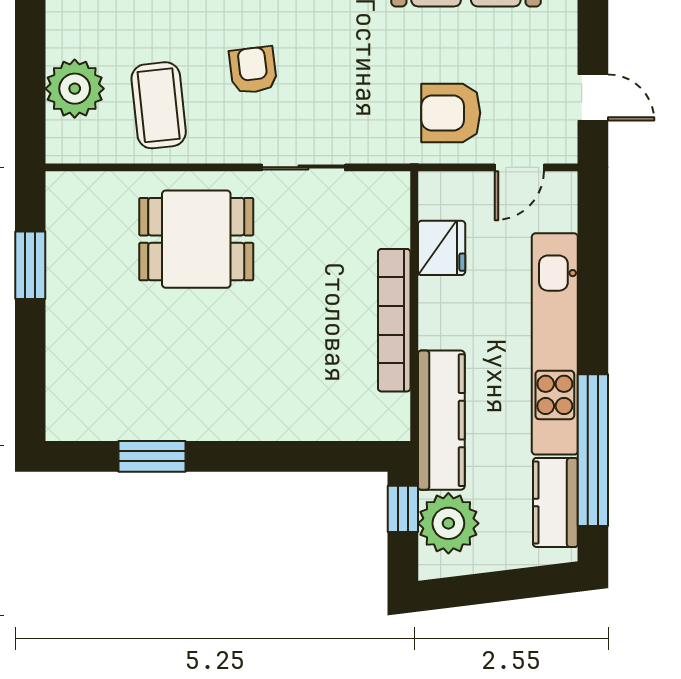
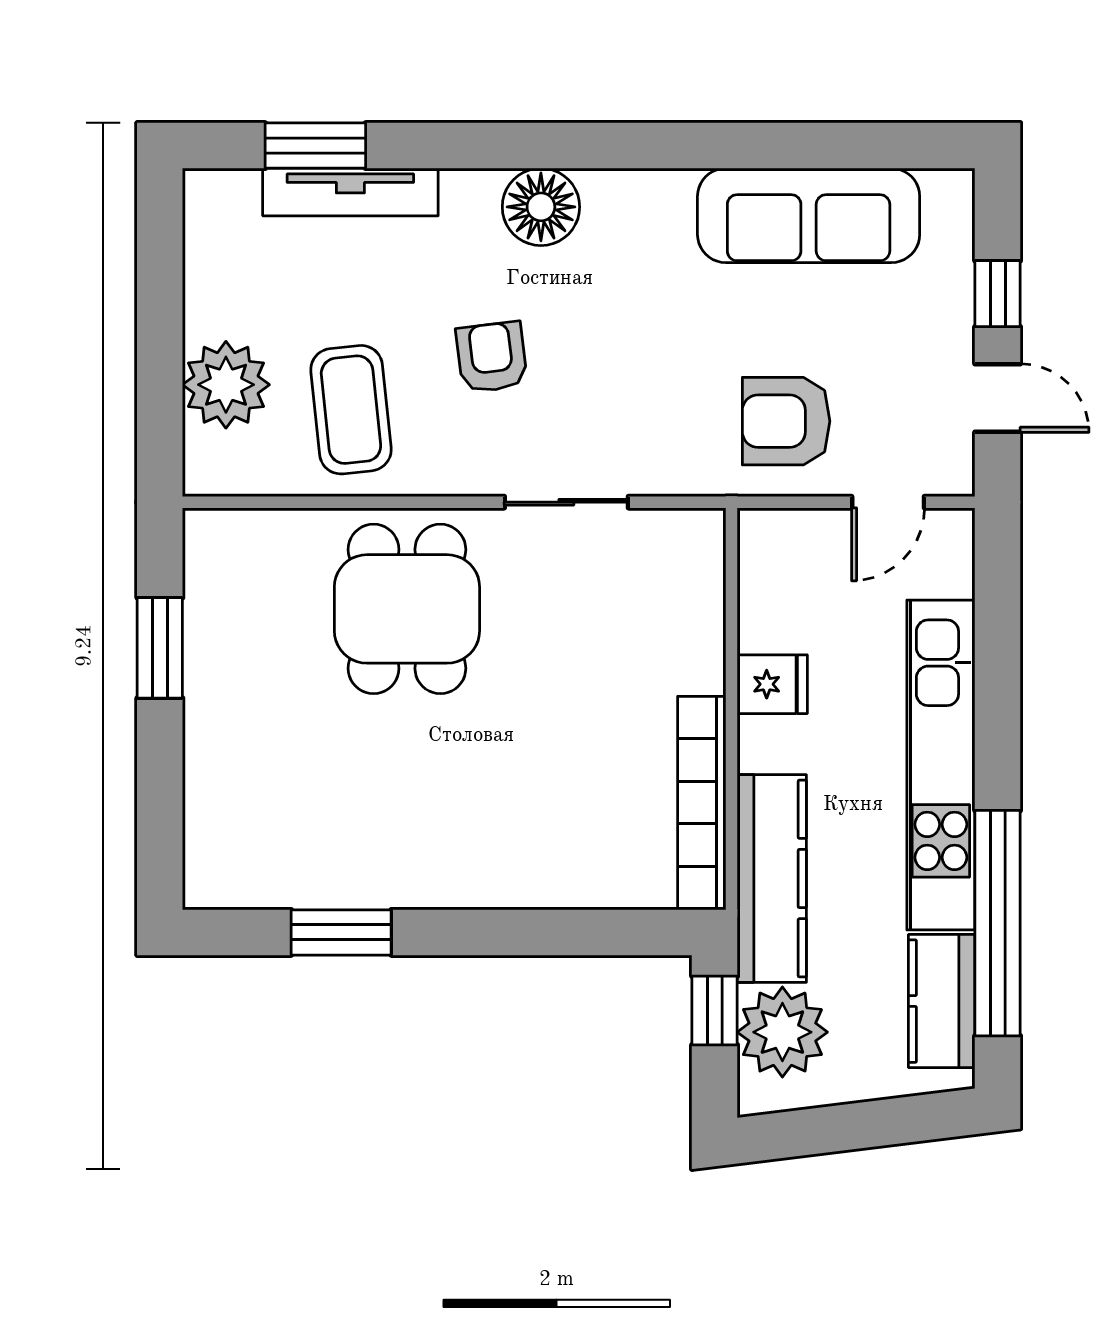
window: (593, 27) -> (998, 294), added
dining table: (196, 239) -> (407, 609), turned 90
fridge: (442, 248) -> (772, 684), moved, width x0.72
bookcase: (394, 320) -> (702, 803), moved

